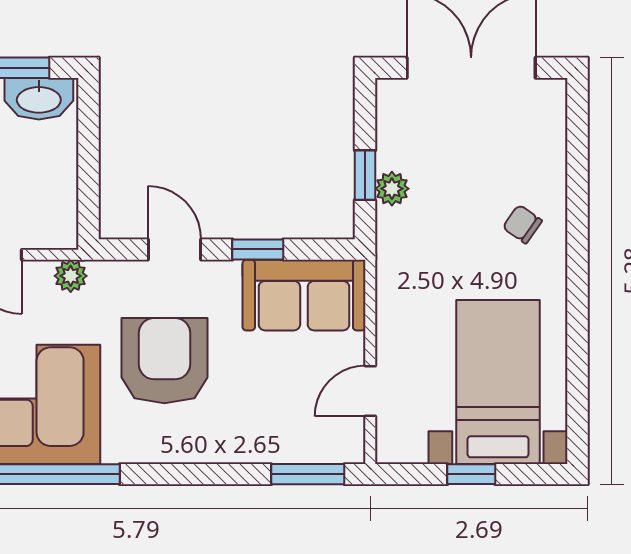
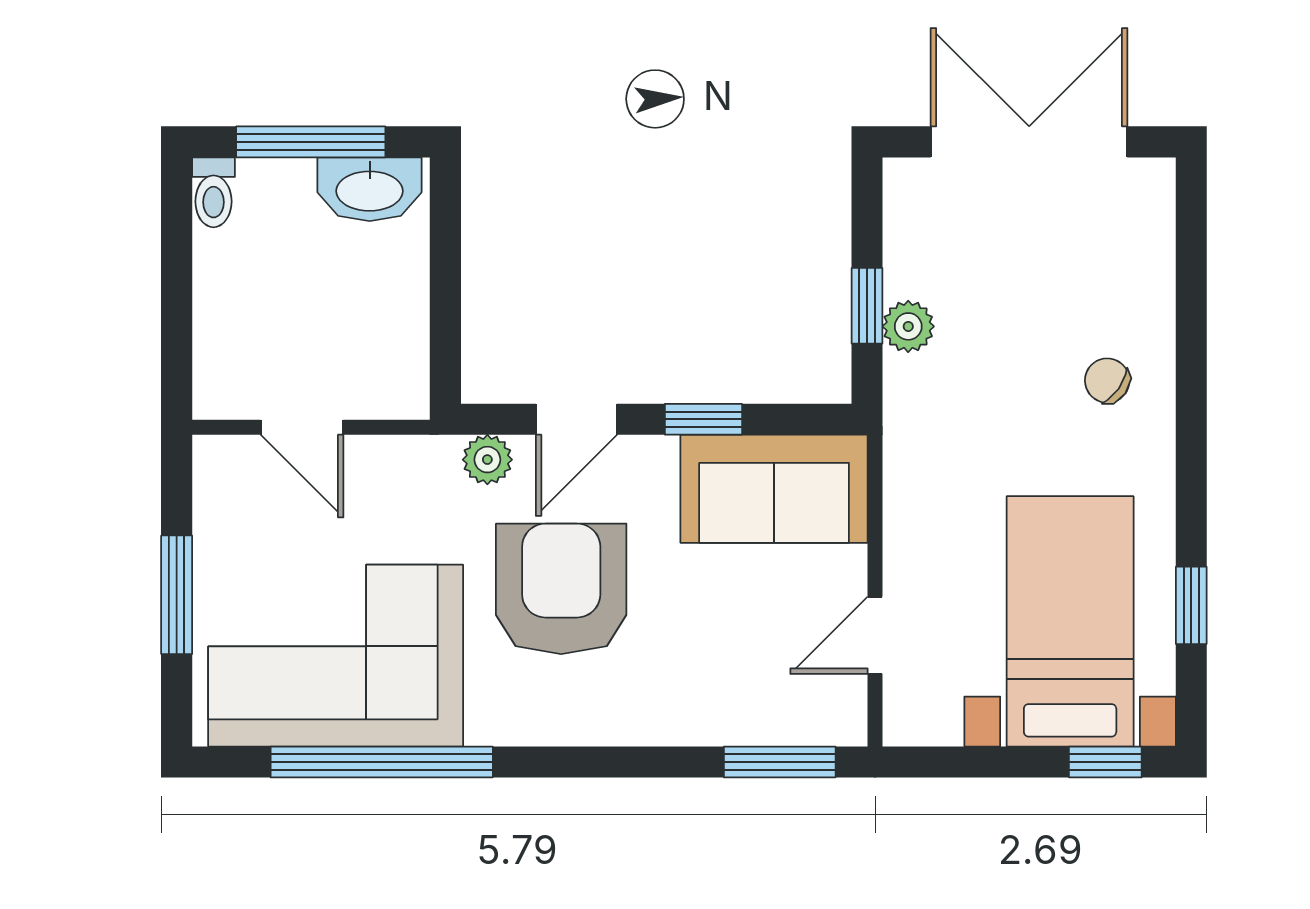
door: (174, 249) -> (576, 419), swing flipped
plant: (71, 276) -> (487, 460), moved
window: (577, 371) -> (1191, 605), added
window: (471, 474) -> (1105, 762), moved

